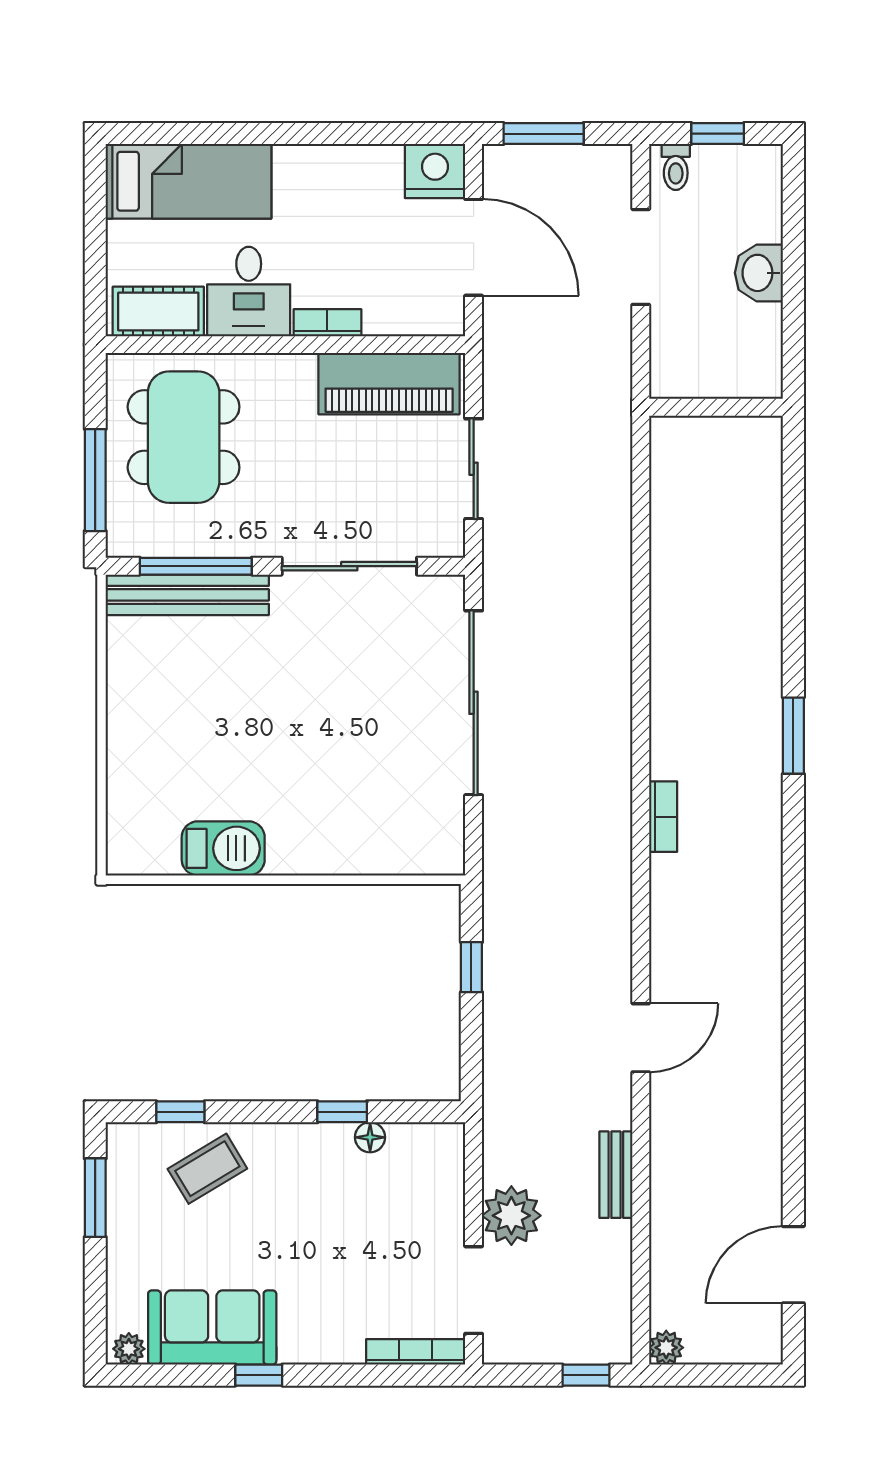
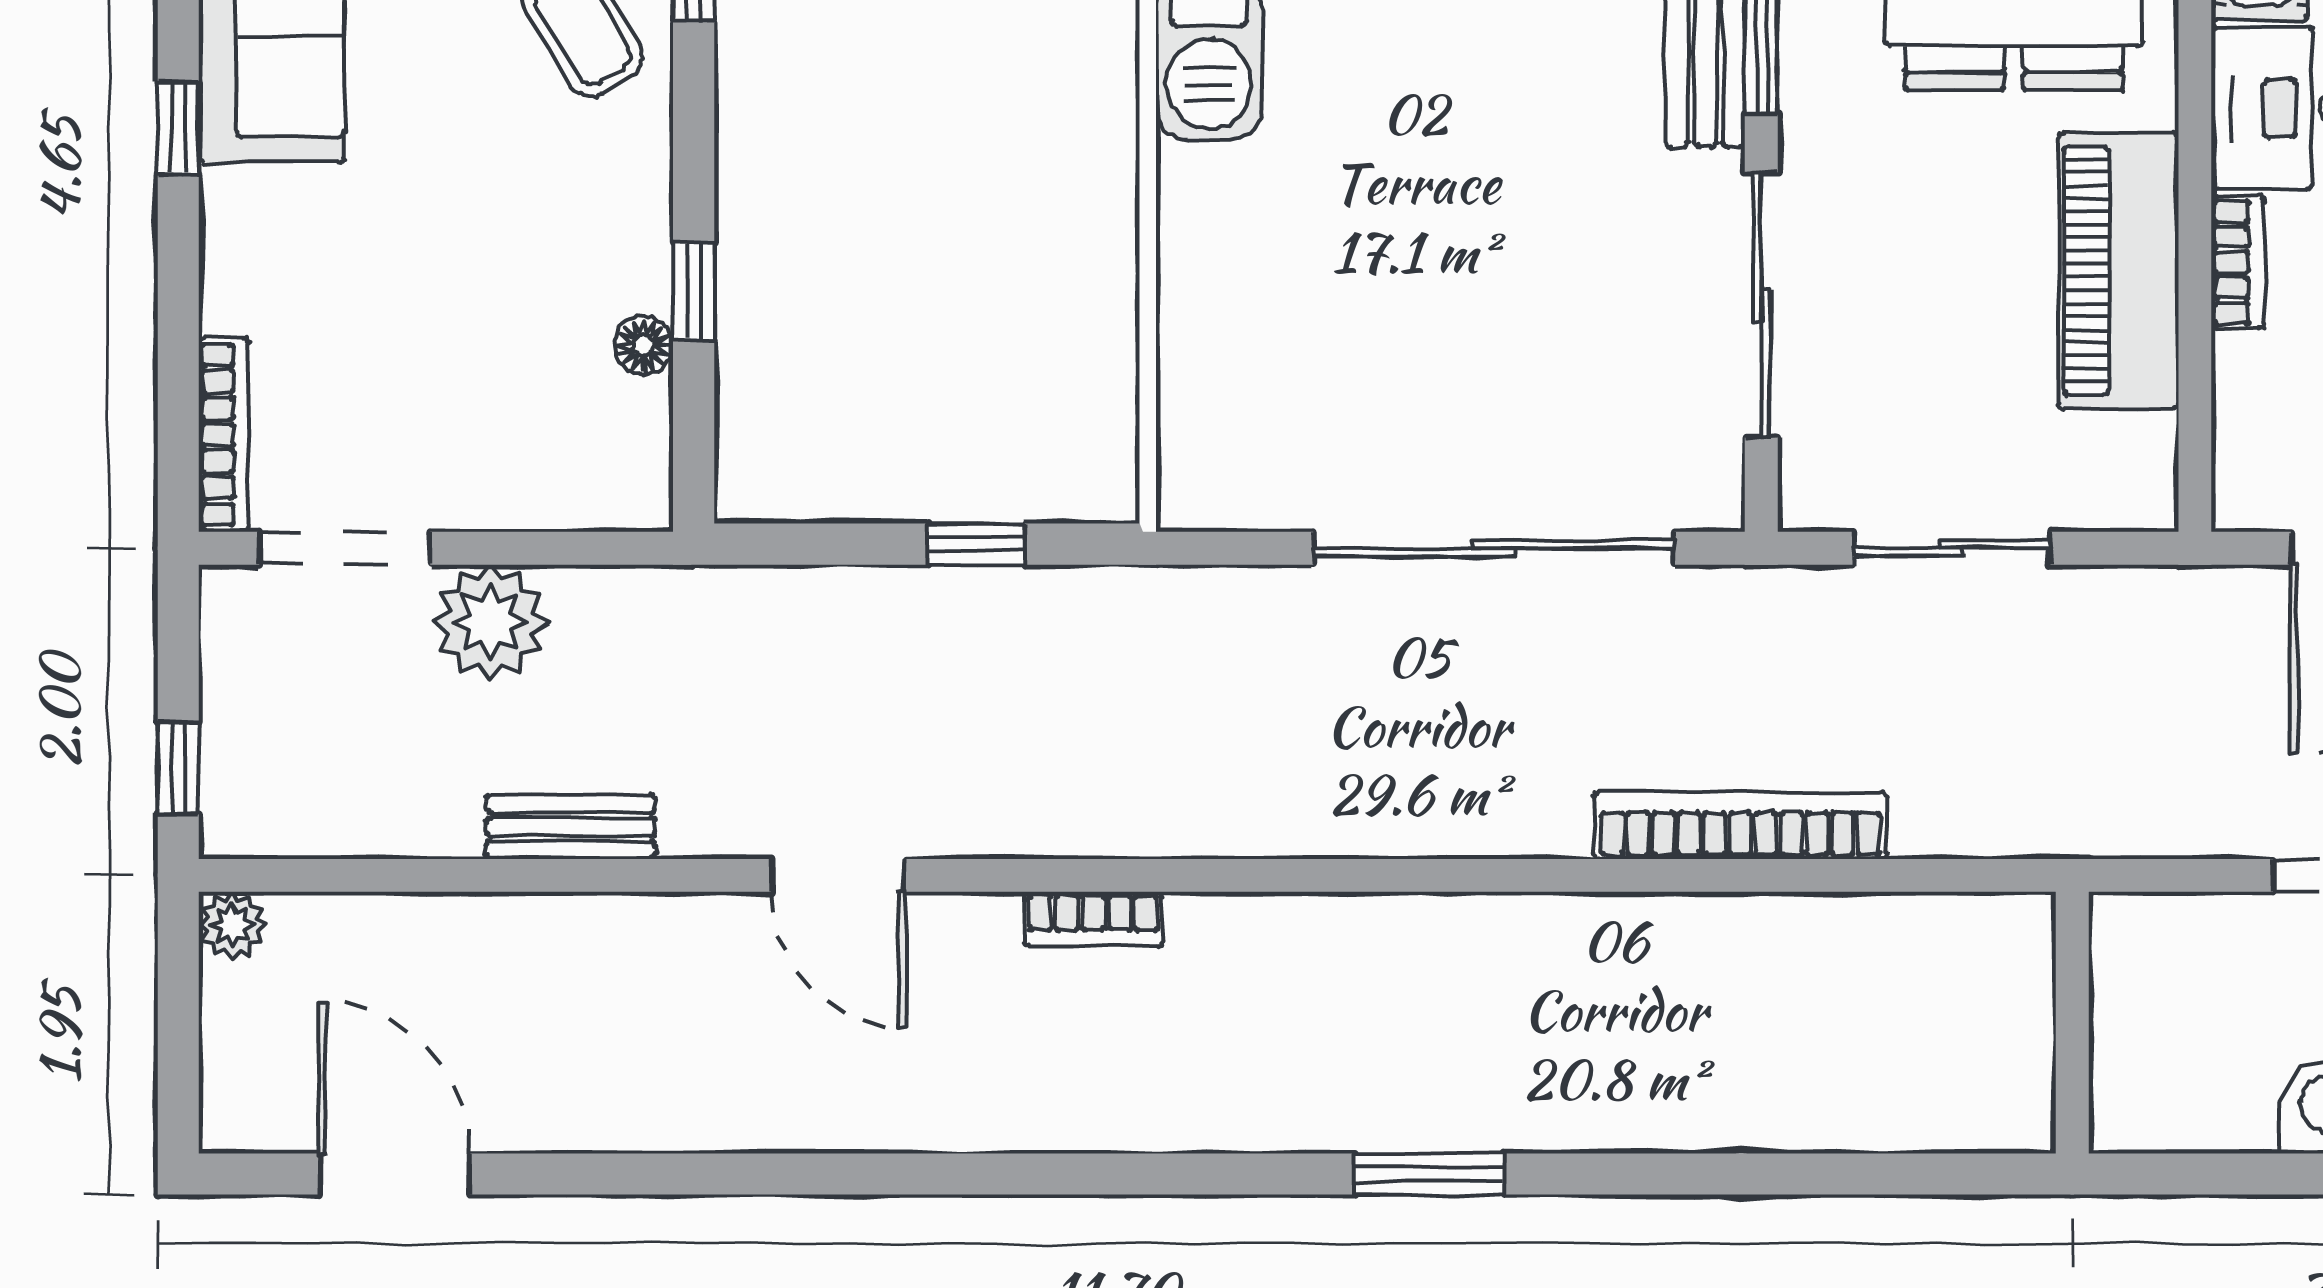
piano: (389, 384) -> (2119, 271), moved
bookcase: (615, 577) -> (1740, 826), added
bookcase: (663, 817) -> (1093, 919), moved

